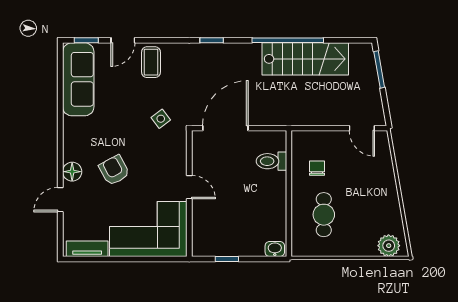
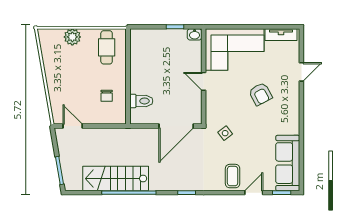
floor lamp: (72, 172) -> (292, 93), removed
cafe table: (324, 215) -> (107, 47), moved
plant: (389, 246) -> (72, 37), moved
washbasin: (275, 249) -> (195, 34), moved

